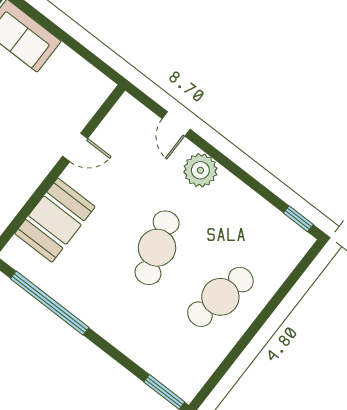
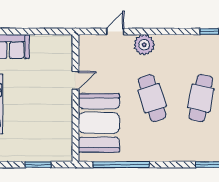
door: (176, 124) -> (115, 32), swing flipped
booth: (55, 220) -> (99, 123), width x1.36, depth x1.42

